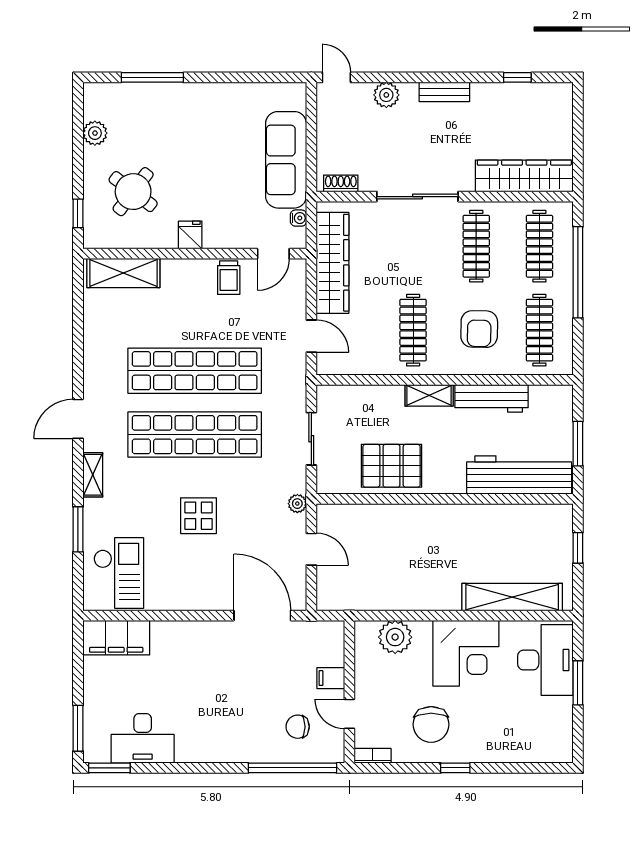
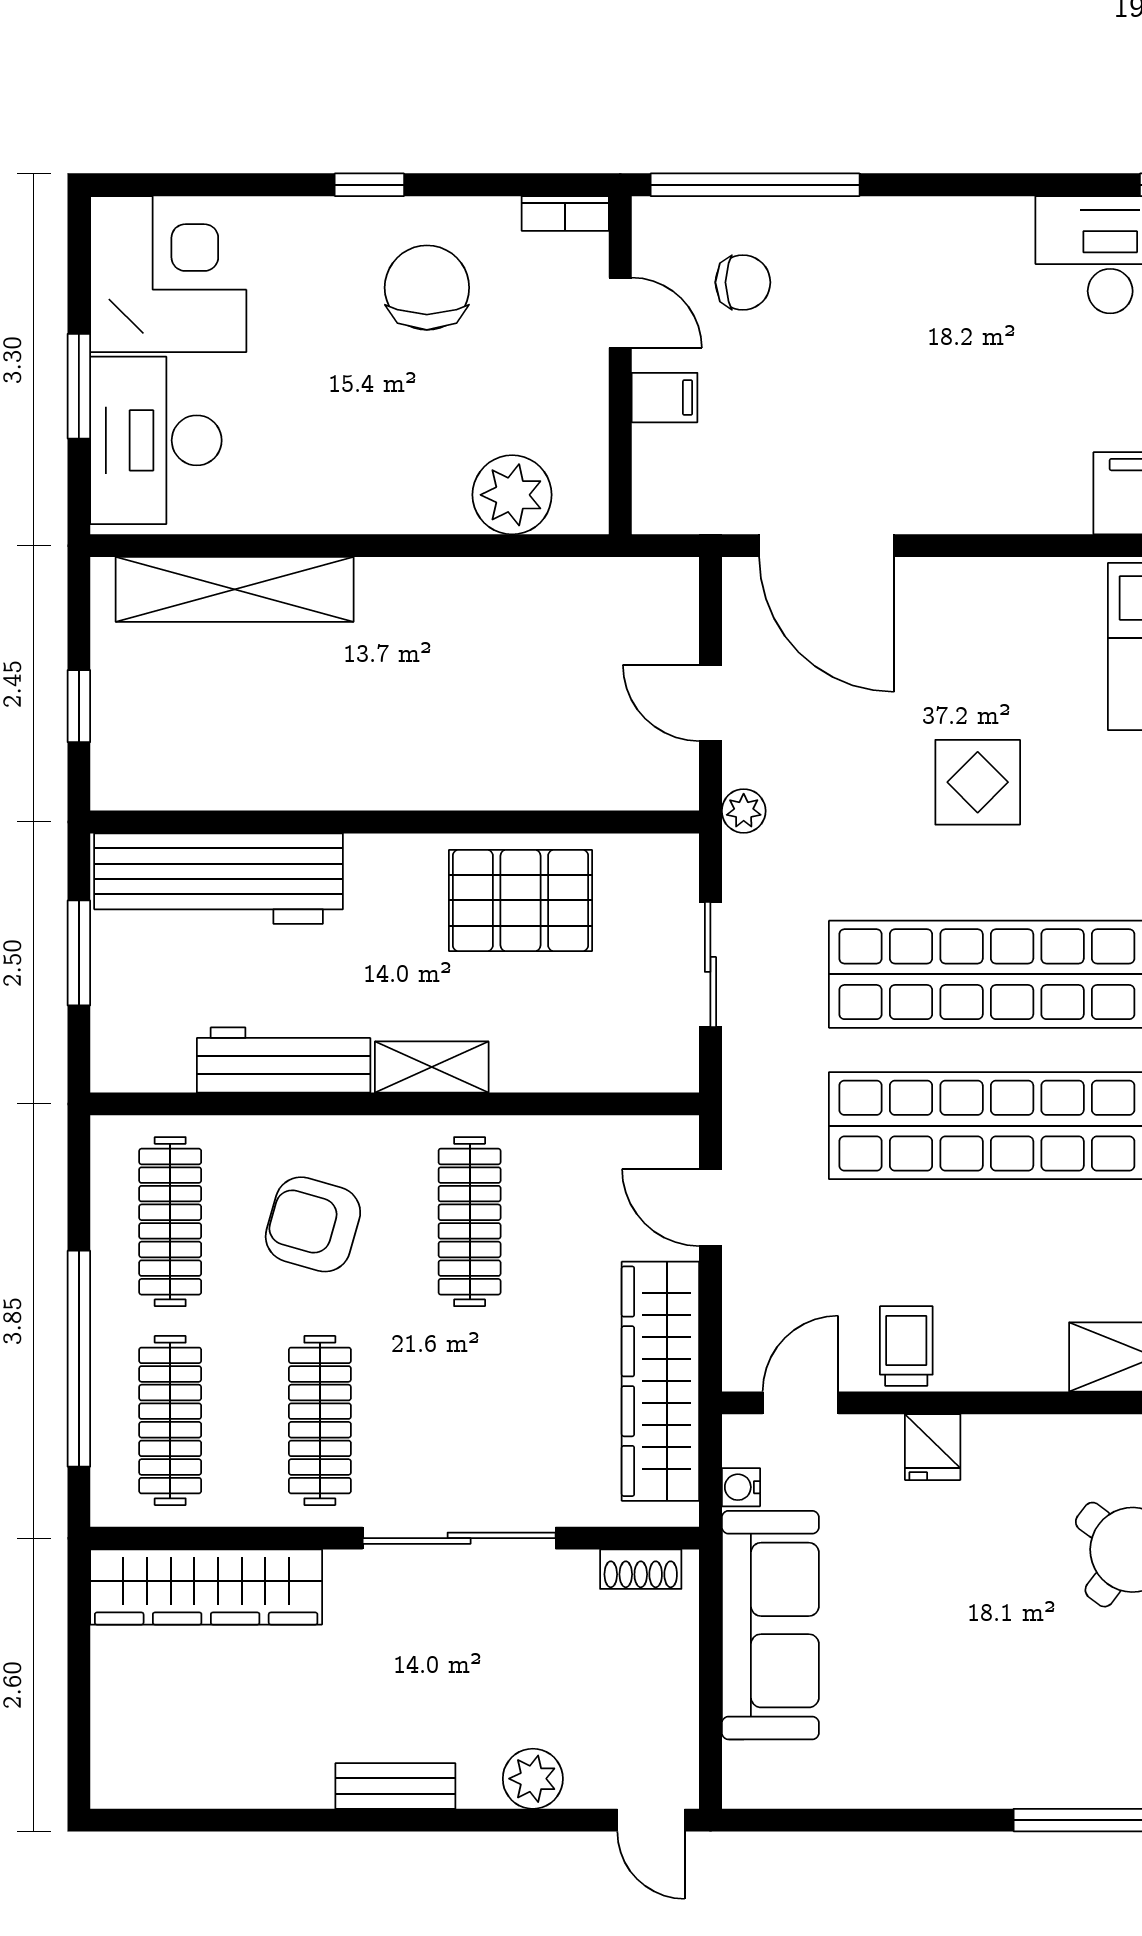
window: (517, 77) -> (223, 1820), removed
fridge: (190, 235) -> (933, 1447), moved
armchair: (479, 329) -> (313, 1224), turned -75
corner desk: (466, 653) -> (168, 274), moved, turned 90

